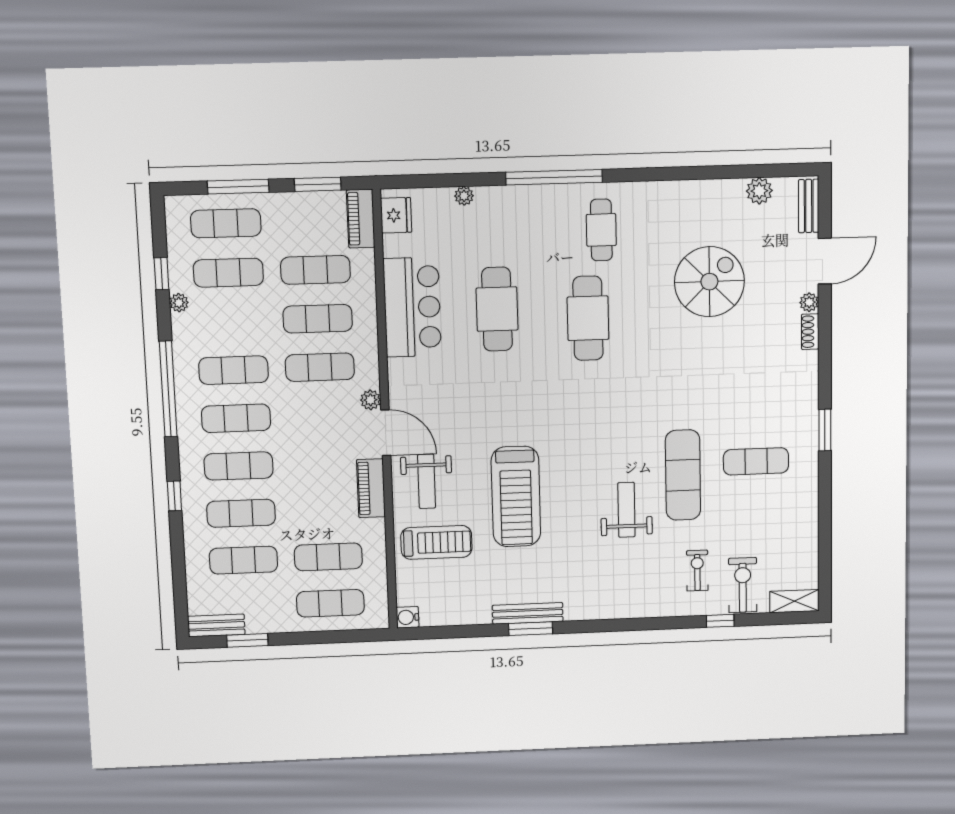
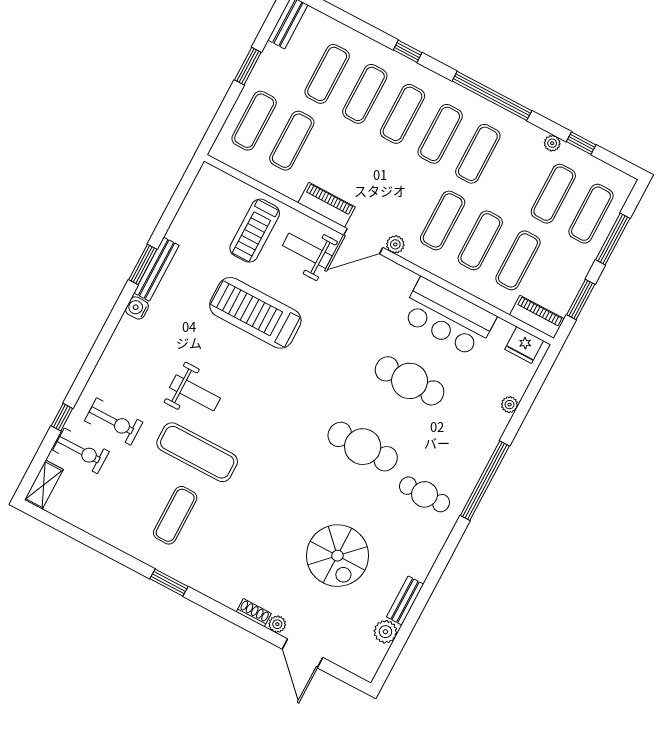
bench: (809, 206) -> (405, 601), moved, turned 90
exercise bike: (697, 571) -> (114, 422), width x1.38, depth x1.39
water cooler: (408, 617) -> (137, 308), moved, turned -90
window: (247, 640) -> (248, 66), moved

